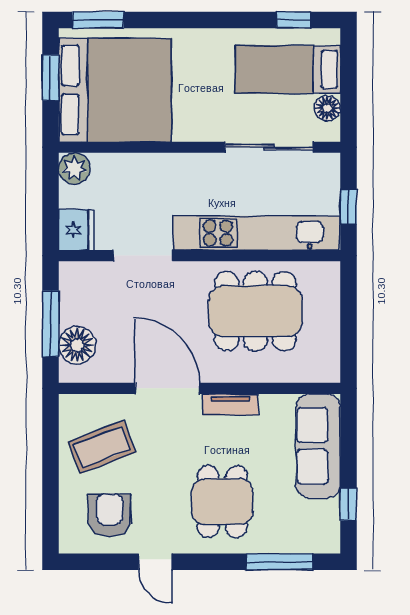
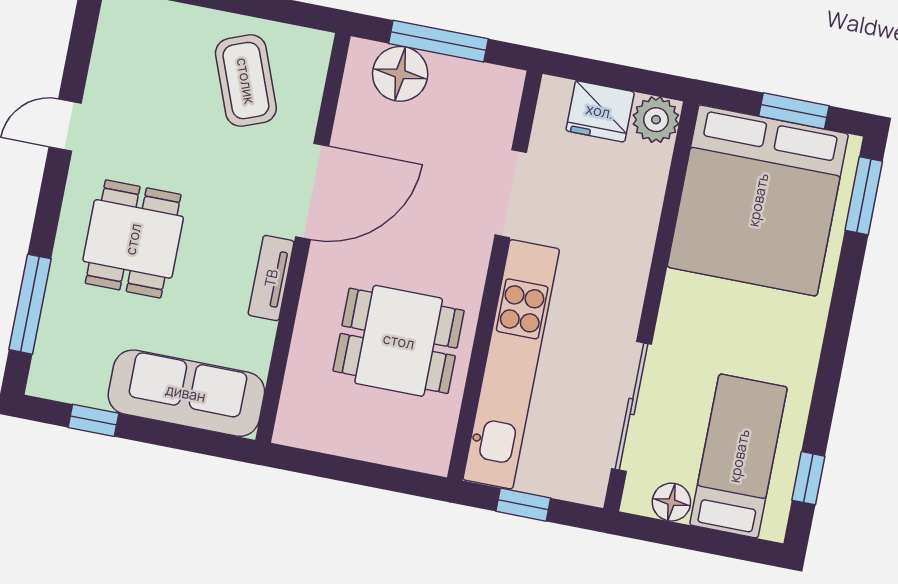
fridge: (76, 230) -> (600, 111), moved
dining table: (255, 311) -> (399, 341), width x0.73
dining table: (222, 502) -> (133, 239), turned 90
armchair: (109, 515) -> (145, 72), removed

